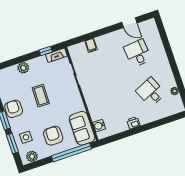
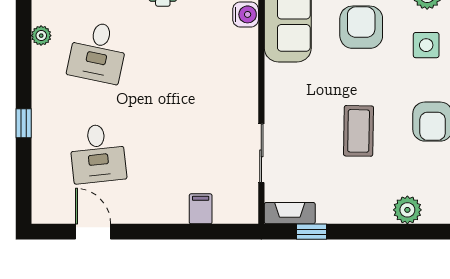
window: (170, 55) -> (24, 123), added
plant: (23, 68) -> (407, 210), moved
desk: (151, 92) -> (98, 52), turned 36
armchair: (53, 136) -> (361, 27), turned 180

